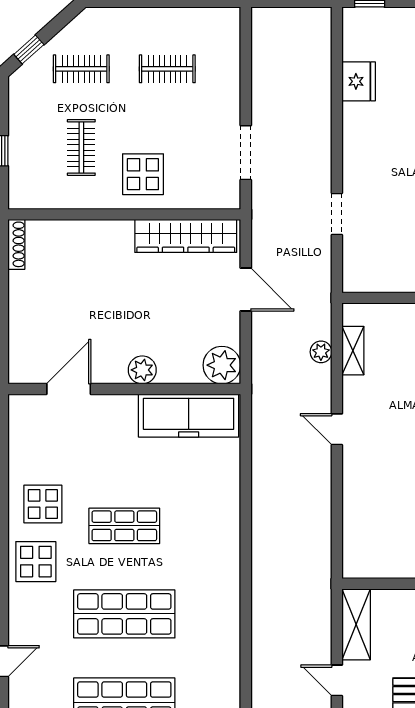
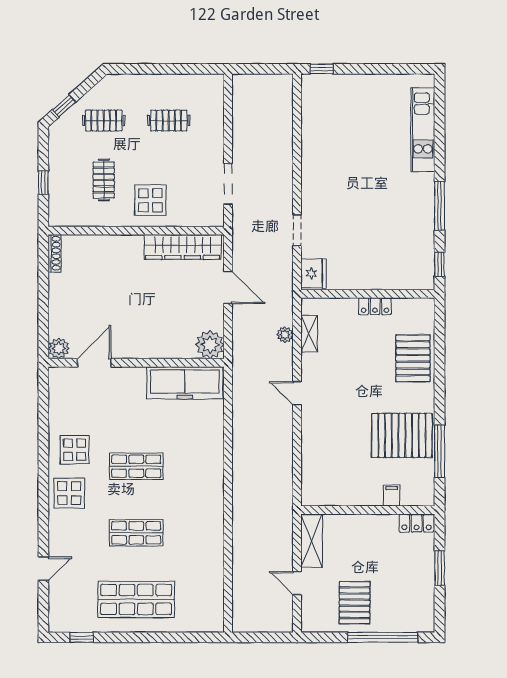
fridge: (359, 81) -> (313, 273), moved
plant: (142, 370) -> (59, 348), moved
shop shelf: (124, 614) -> (136, 533), width x0.70, depth x0.74

